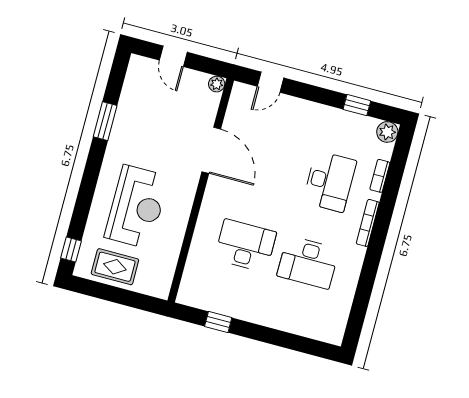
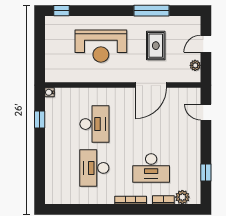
plant: (217, 84) -> (195, 65), moved
window: (105, 121) -> (151, 11), width x1.44
plant: (387, 132) -> (182, 197), moved
rug: (115, 267) -> (156, 46), moved
water cooler: (183, 298) -> (49, 92), added

